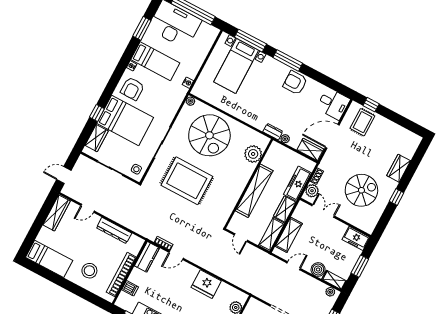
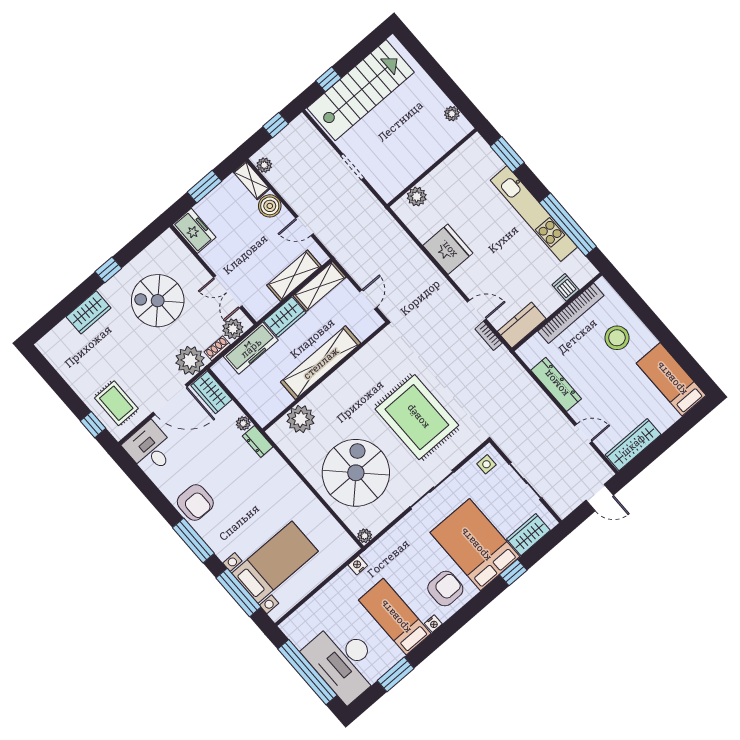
rug: (362, 122) -> (116, 403), turned 90
plant: (330, 163) -> (190, 360), added

